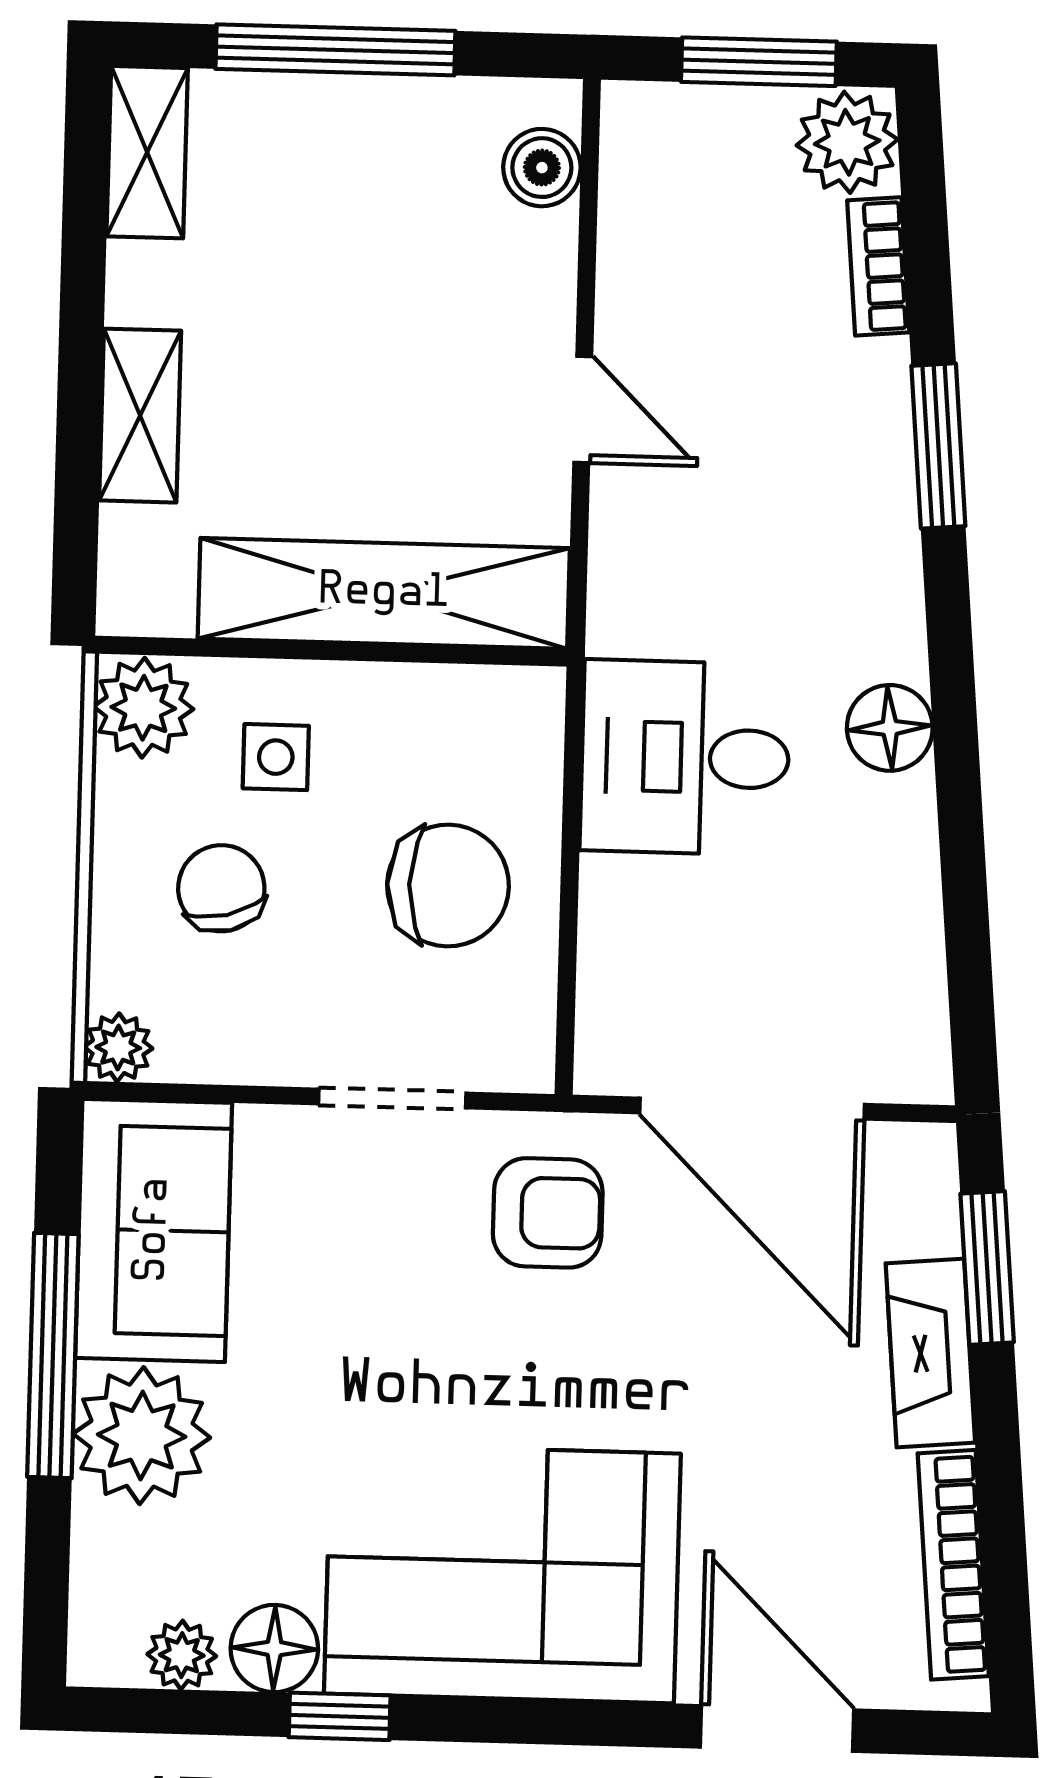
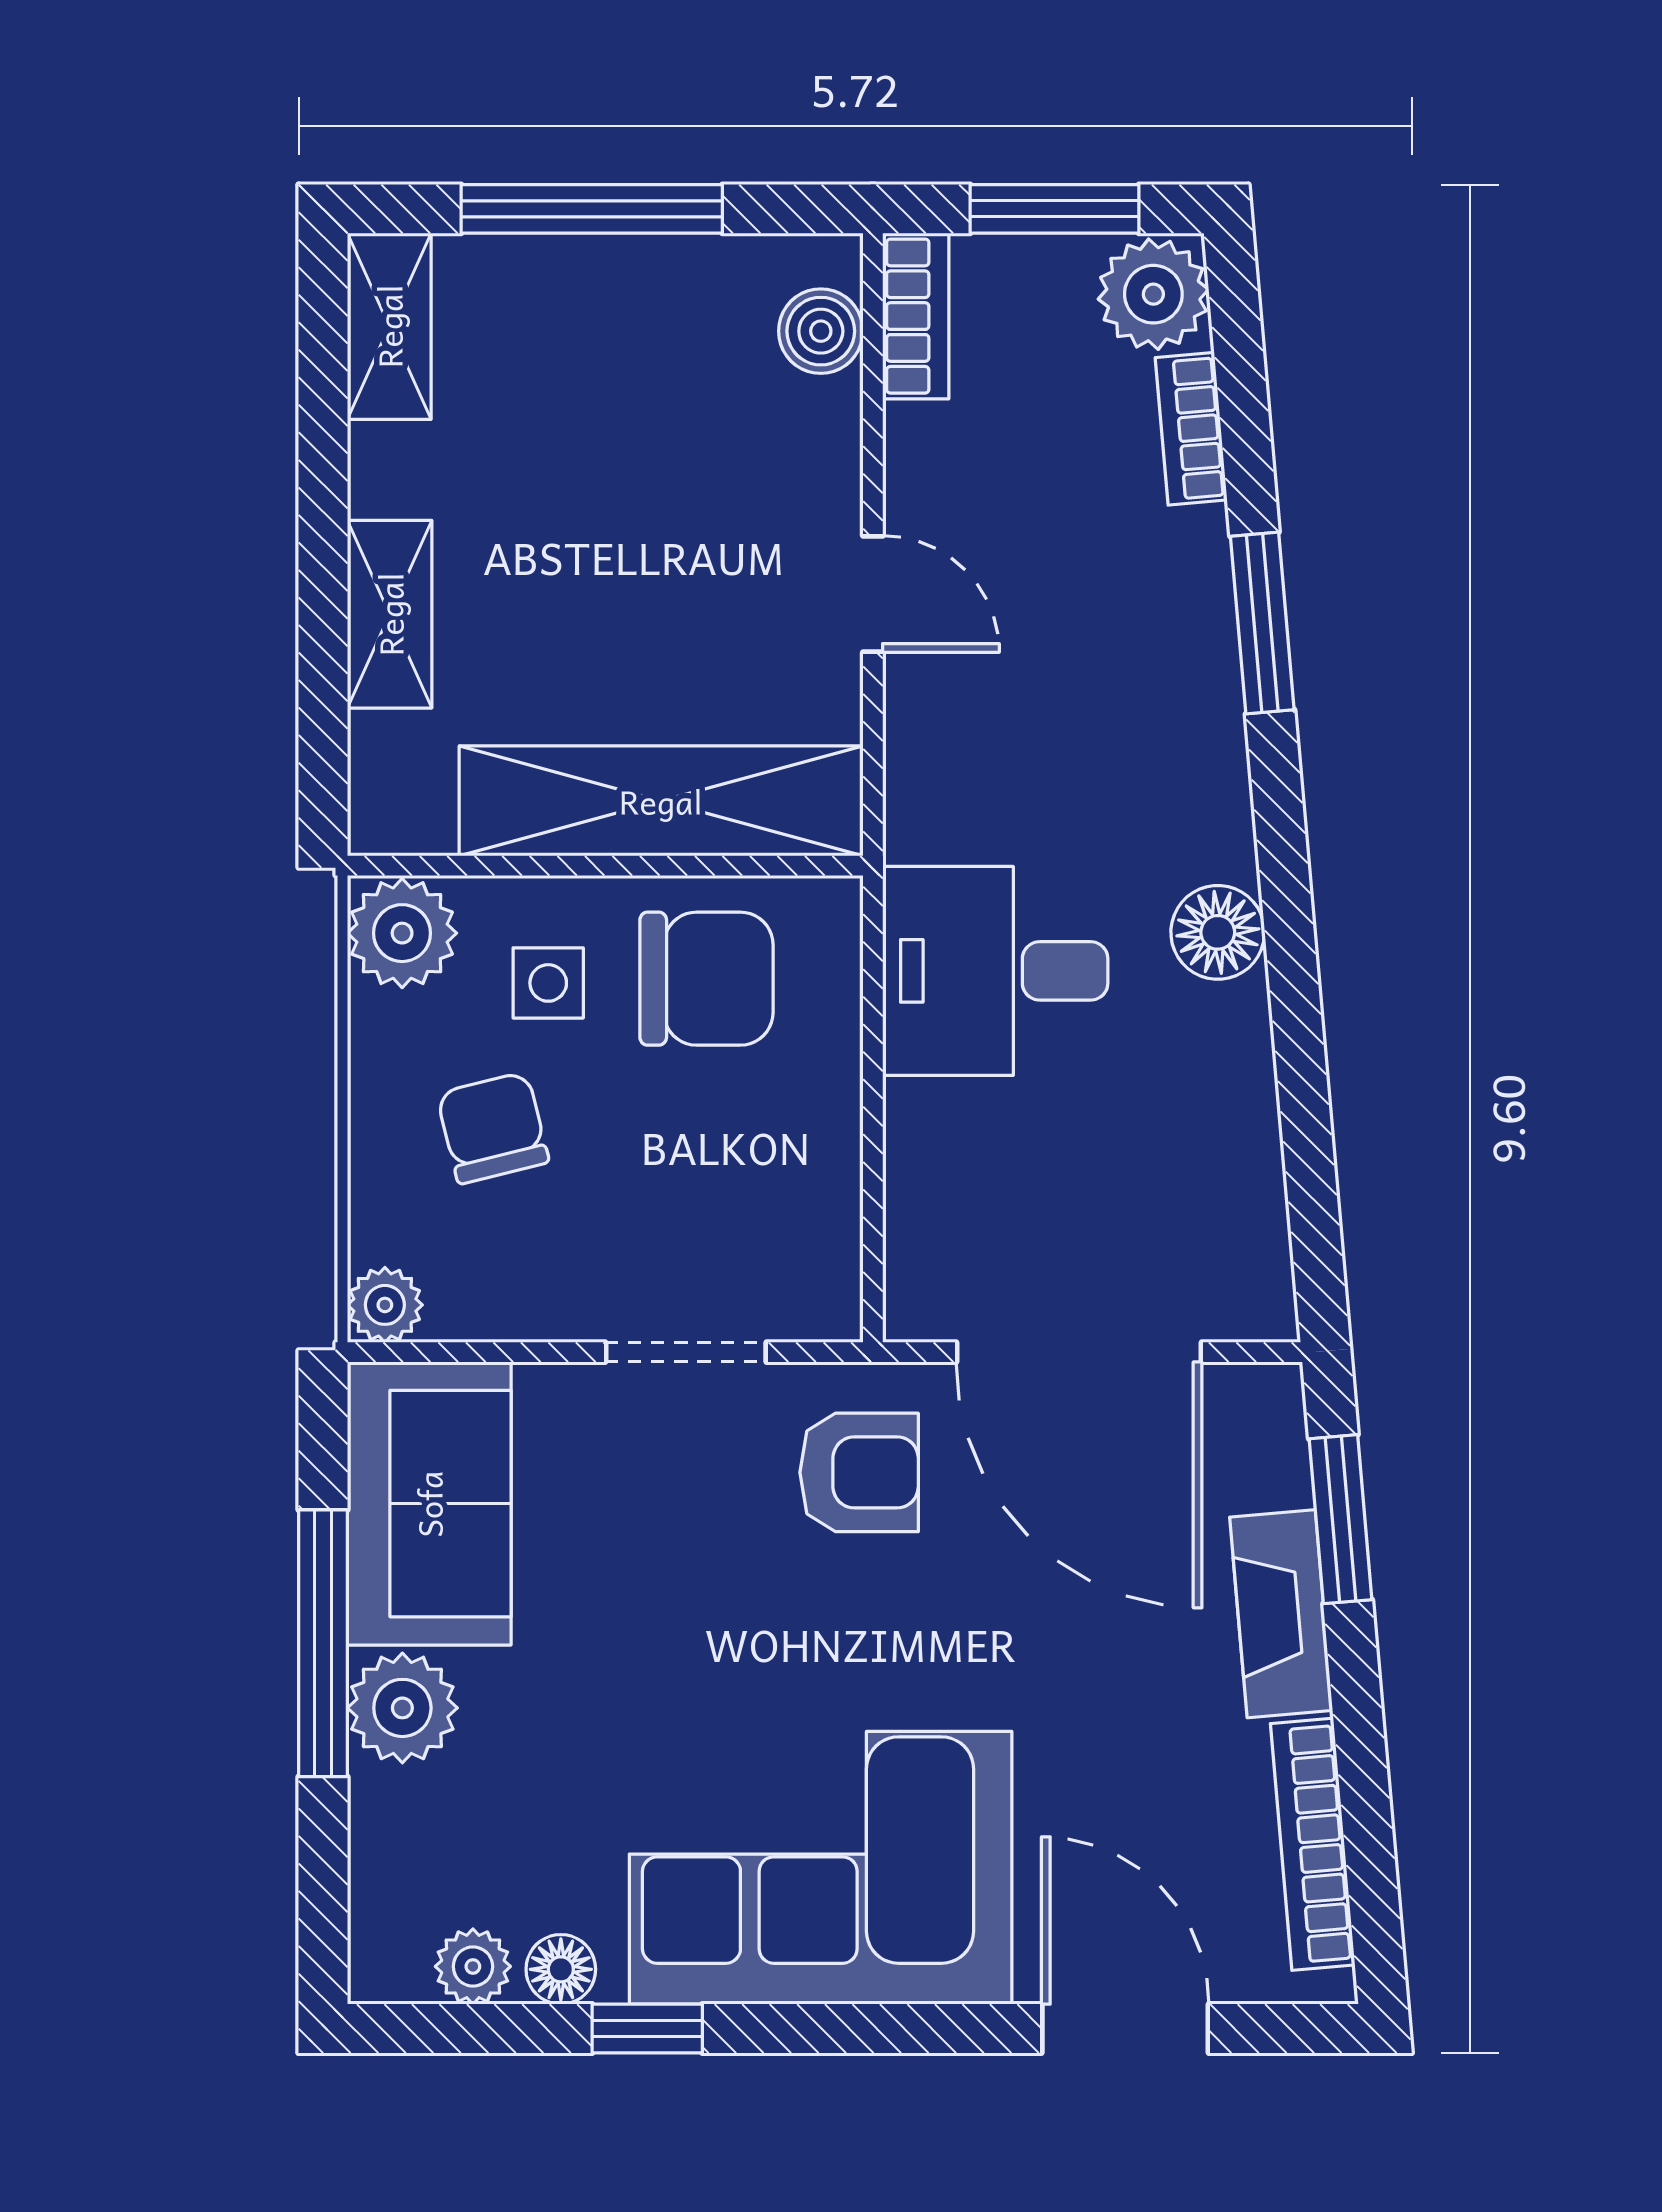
bookcase: (629, 156) -> (916, 316), added
chair: (448, 886) -> (706, 979), moved
plant: (142, 1436) -> (402, 1708), width x0.73, depth x0.73
floor lamp: (274, 1649) -> (561, 1969), width x0.73, depth x0.73

